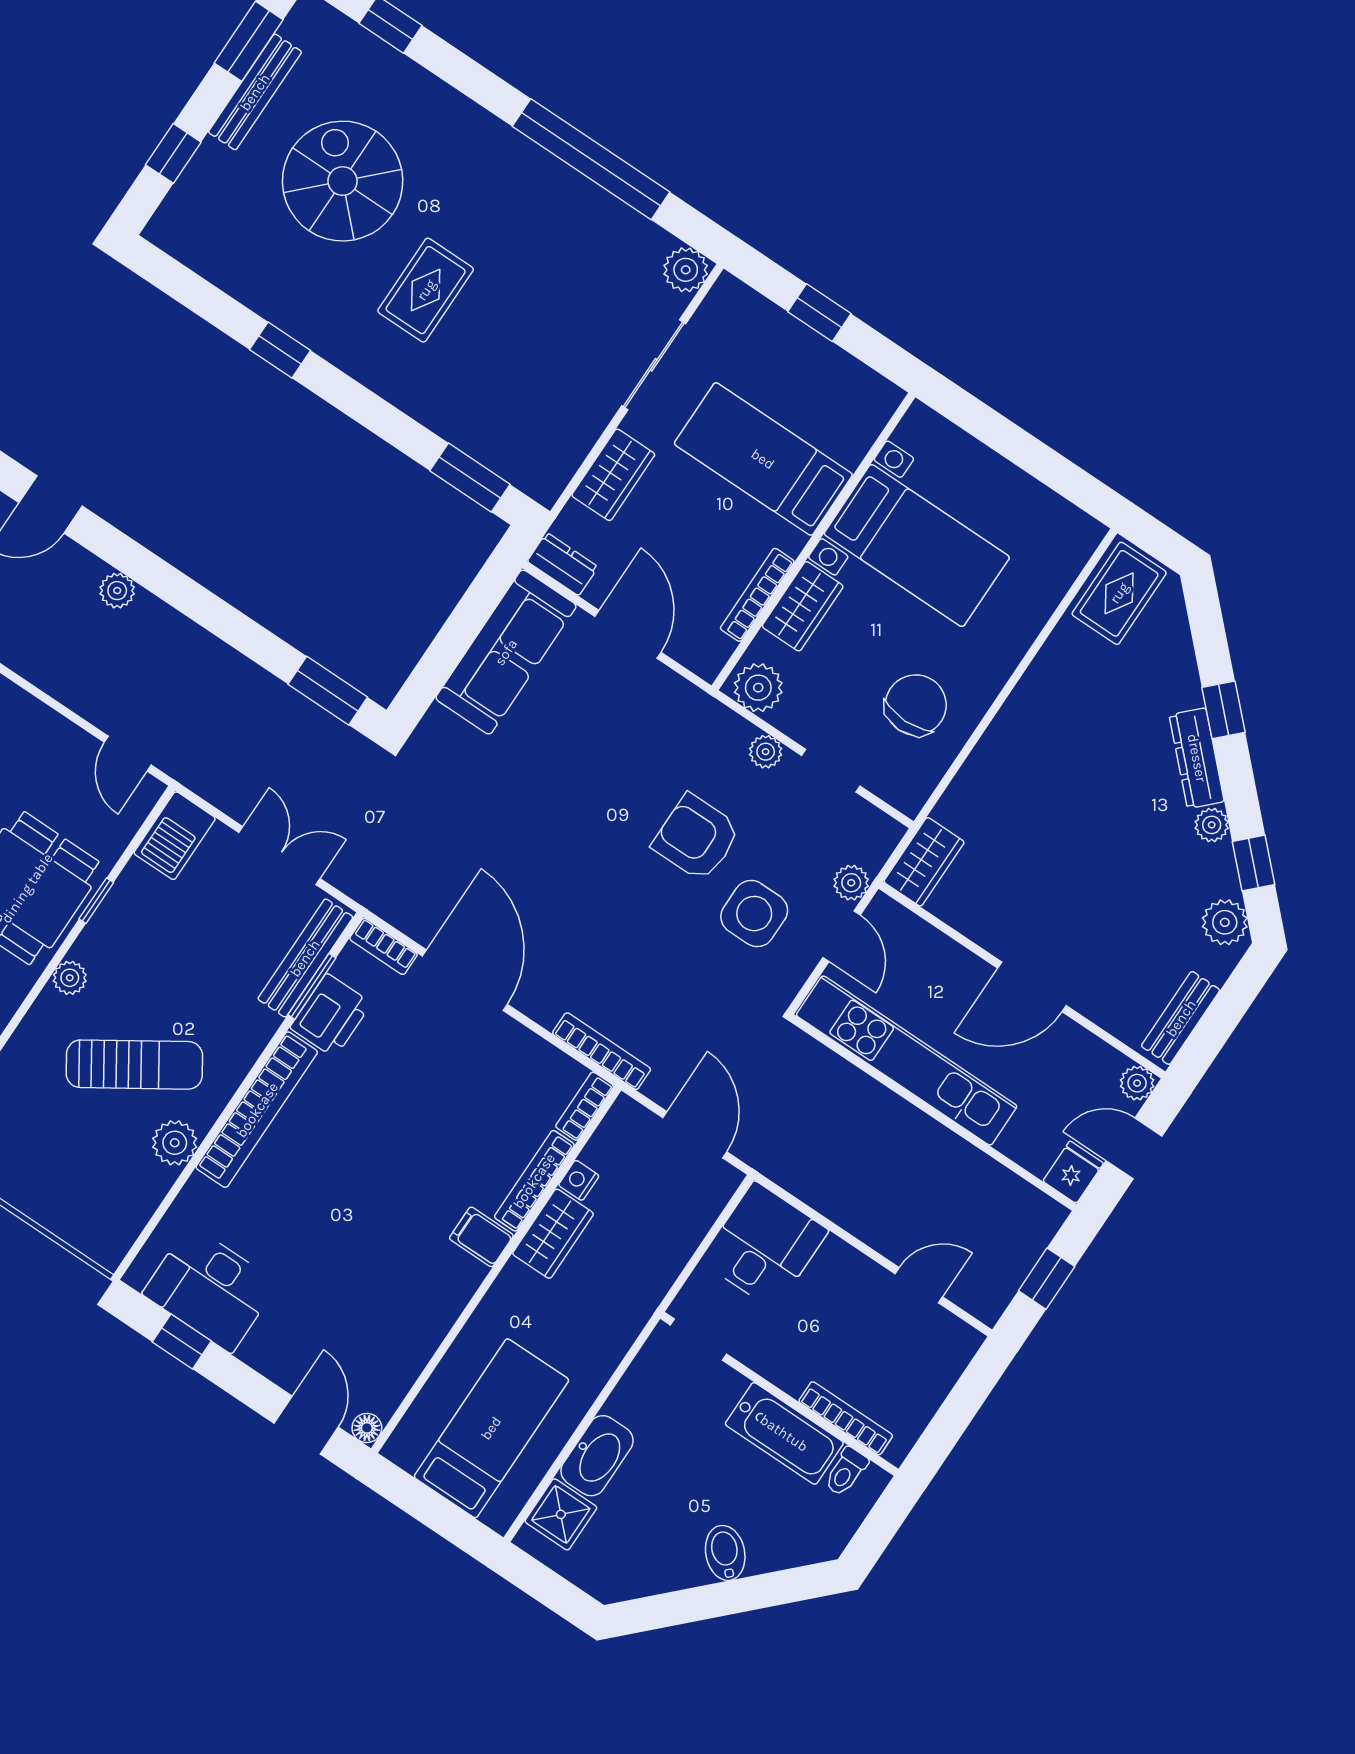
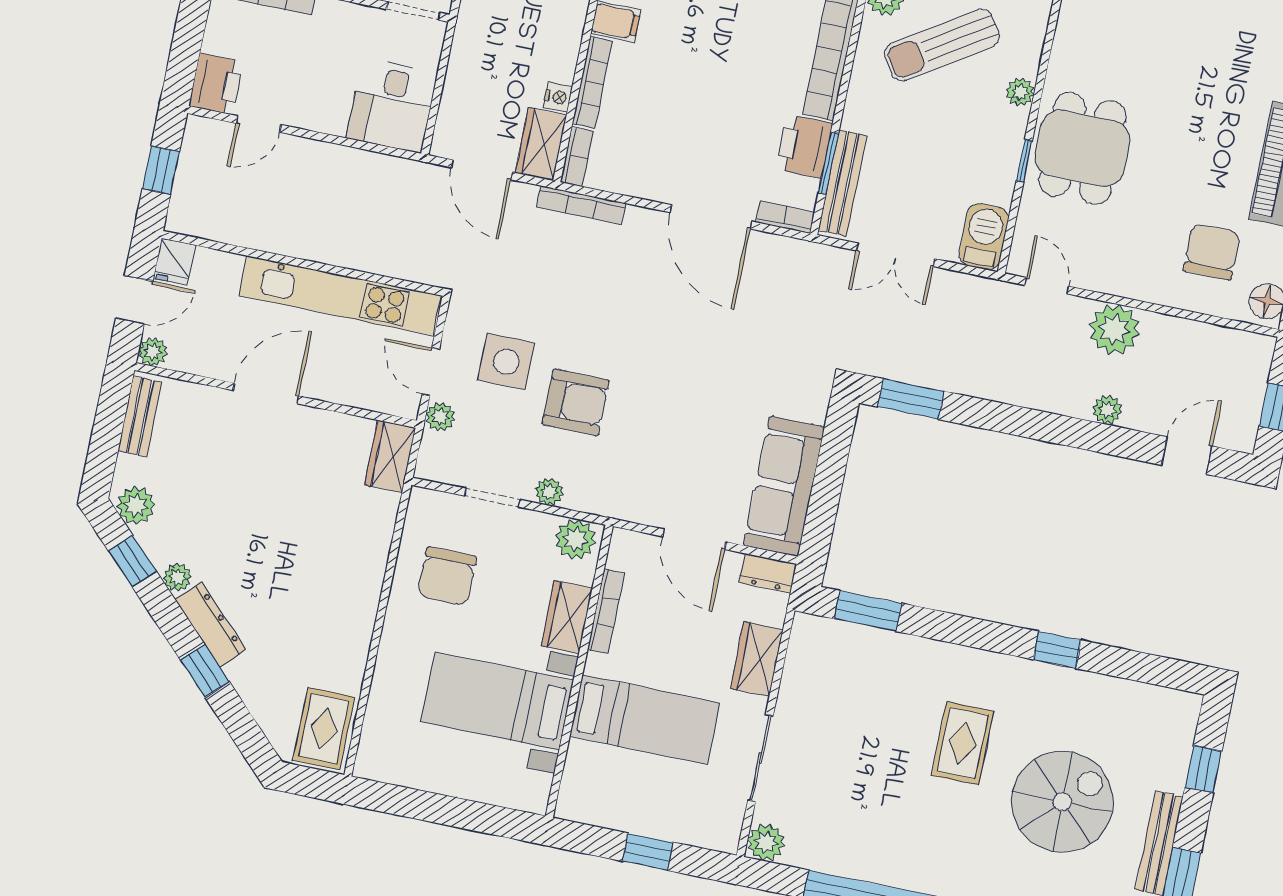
spiral stairs: (343, 181) -> (1062, 802), turned -90
plant: (73, 675) -> (1114, 329), added
wardrobe: (553, 1234) -> (541, 144), moved
printer: (948, 1348) -> (216, 84), added

